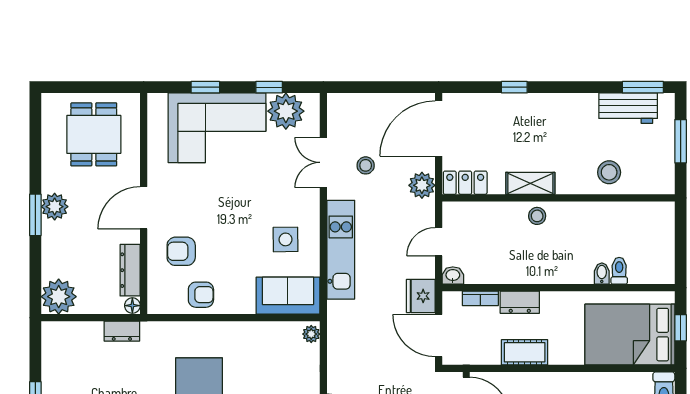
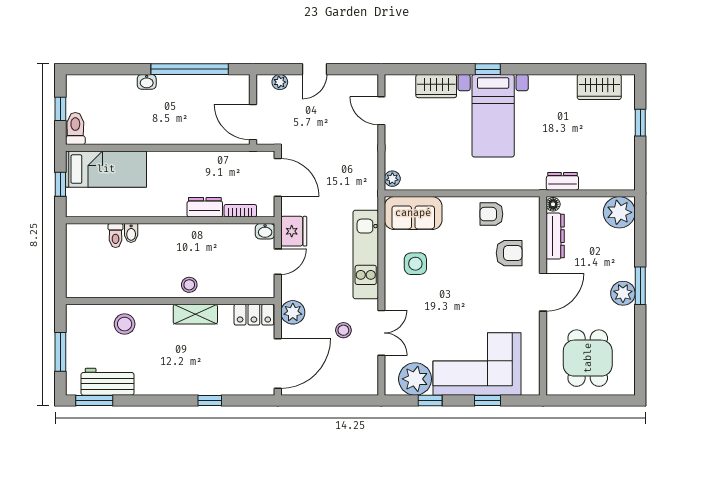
fridge: (421, 296) -> (294, 231), moved
bed: (630, 335) -> (106, 169), width x0.67
cot: (525, 352) -> (200, 162), removed

